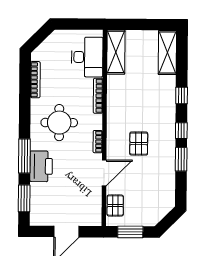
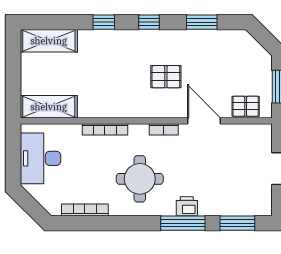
desk: (87, 57) -> (41, 158), moved, turned -90
window: (181, 159) -> (202, 22), moved
printer: (41, 166) -> (187, 206), width x0.53, depth x0.68

